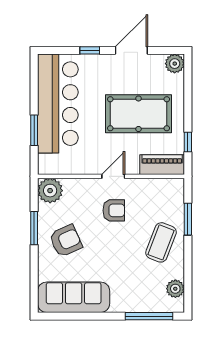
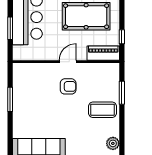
plant: (50, 191) -> (22, 72), removed
armchair: (66, 241) -> (33, 109), removed
coffee table: (161, 242) -> (102, 110), turned 69

